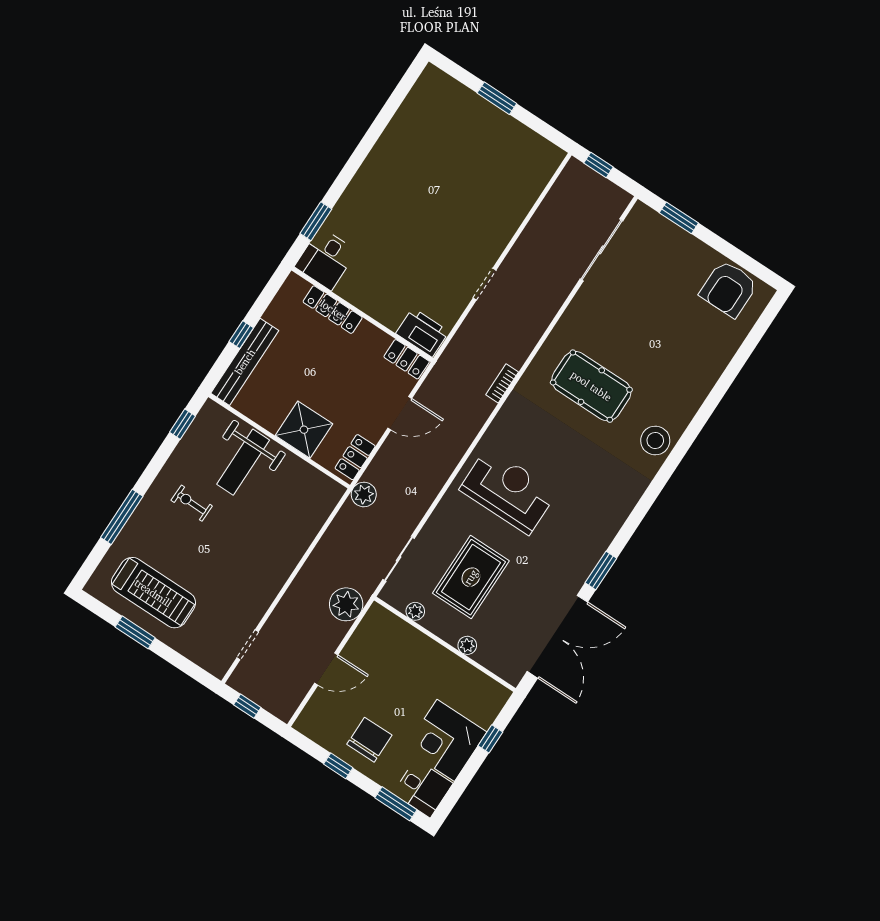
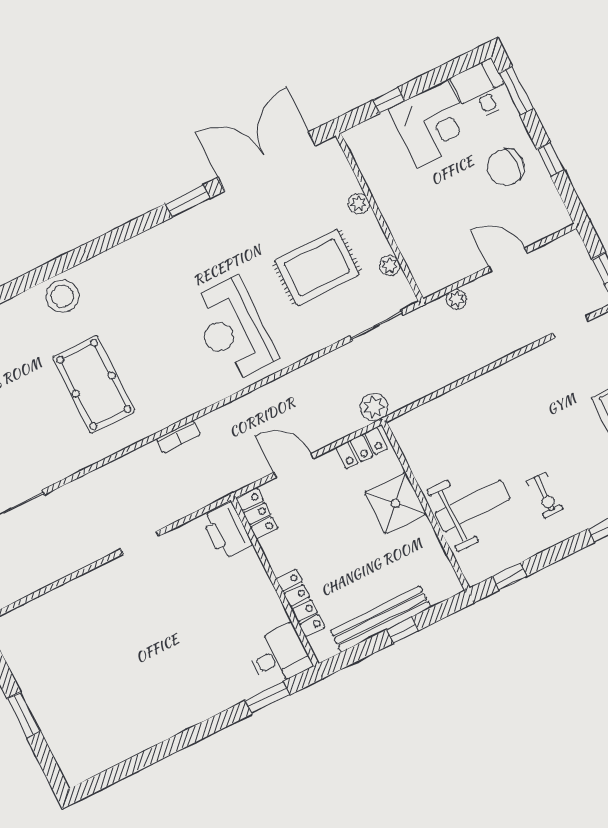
bench: (245, 362) -> (380, 619), moved
plant: (346, 604) -> (456, 299), width x0.53, depth x0.53

